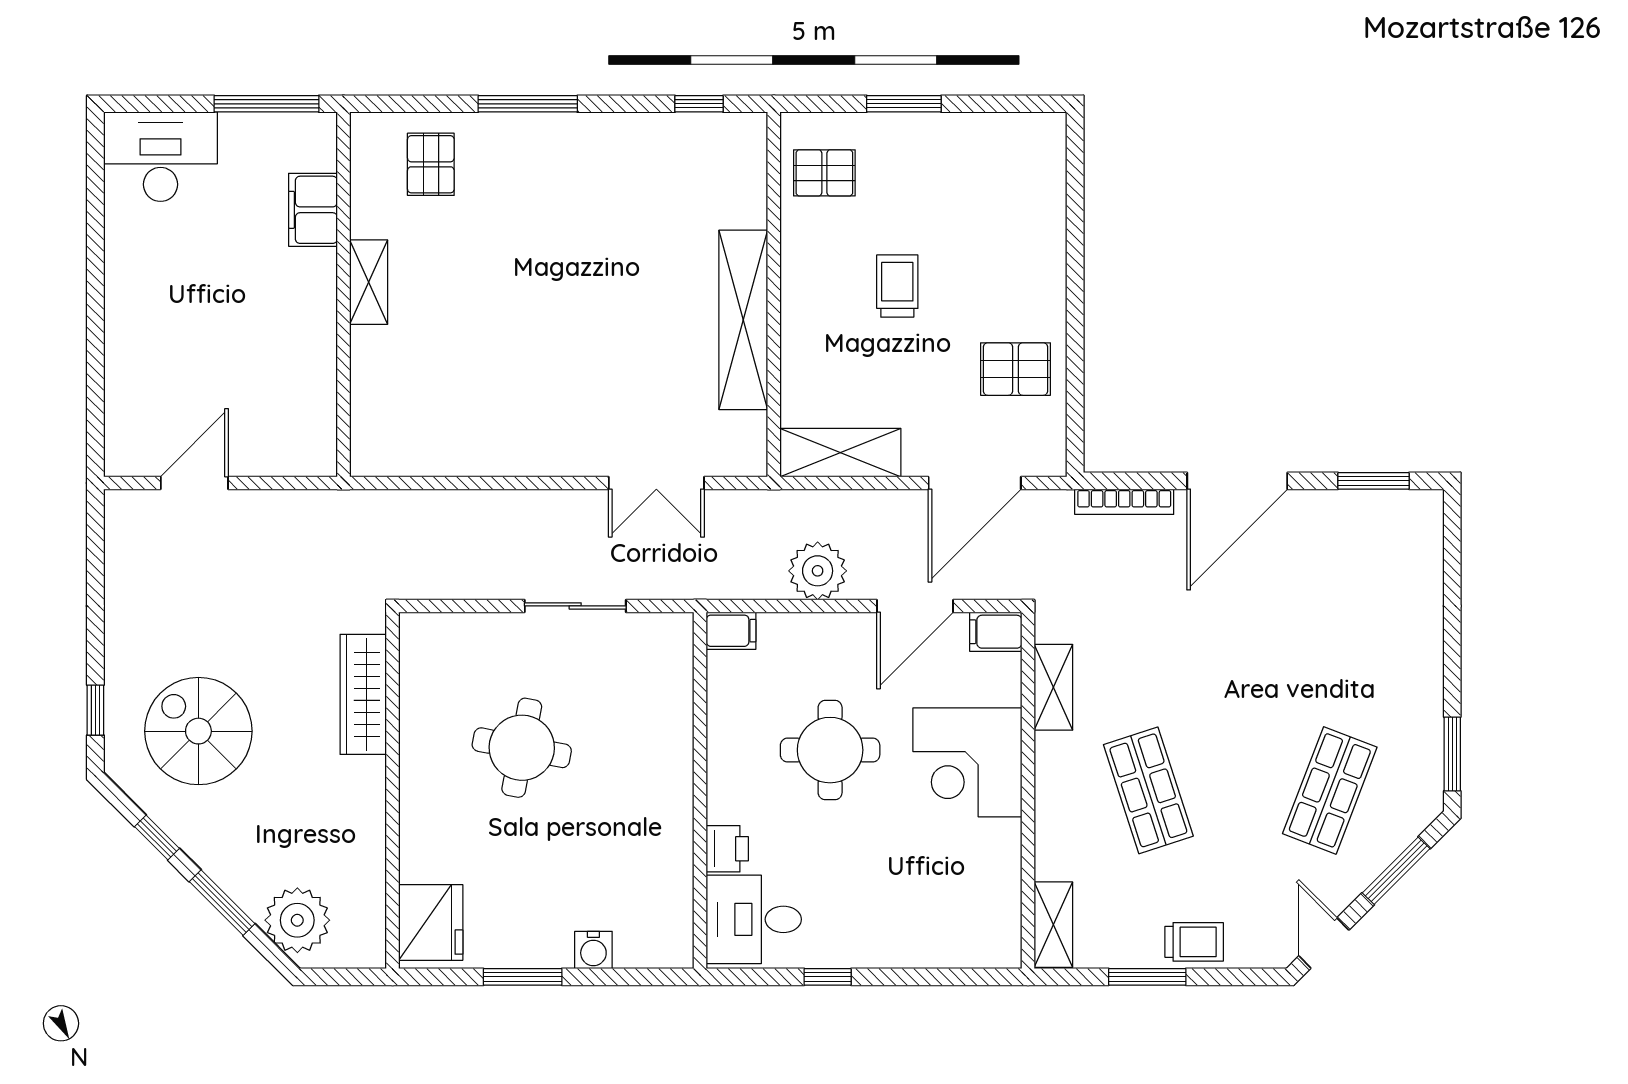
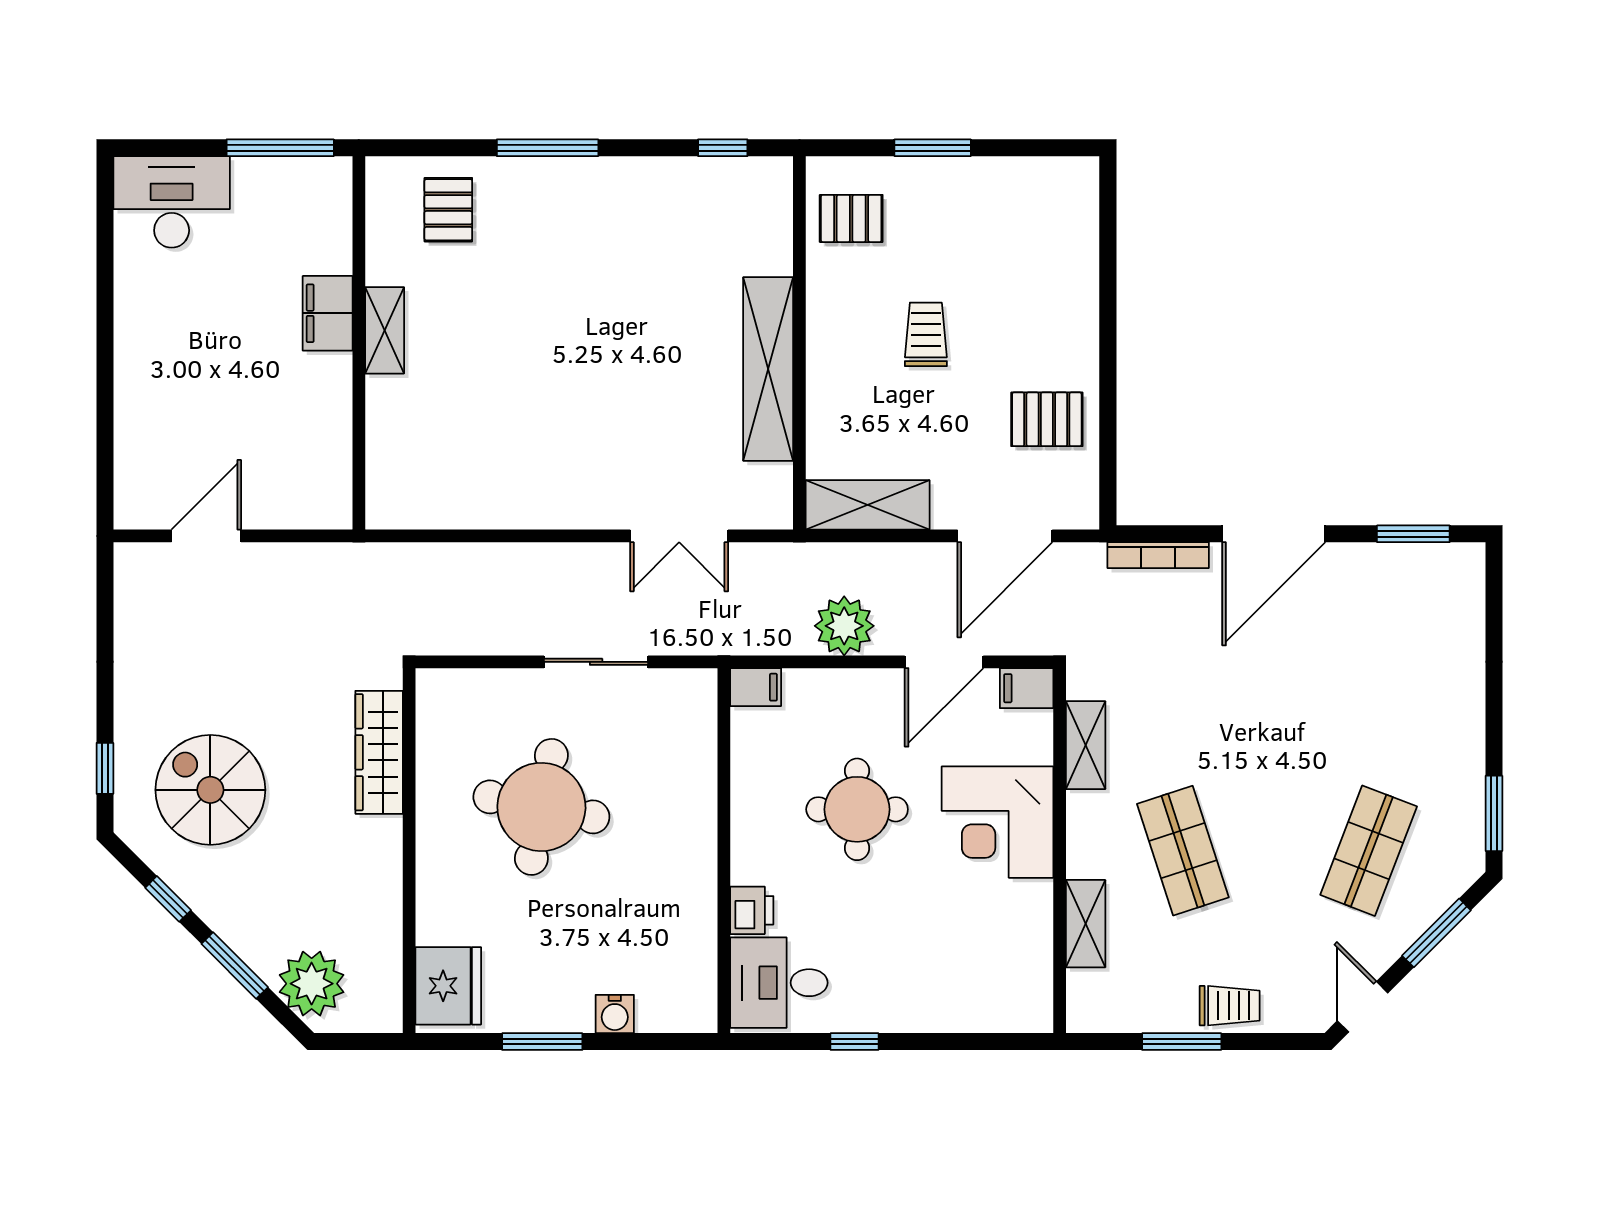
filing cabinet: (313, 210) -> (328, 313), moved
round table: (522, 748) -> (541, 807), width x1.36, depth x1.36
shelving: (1053, 925) -> (1086, 924), moved

